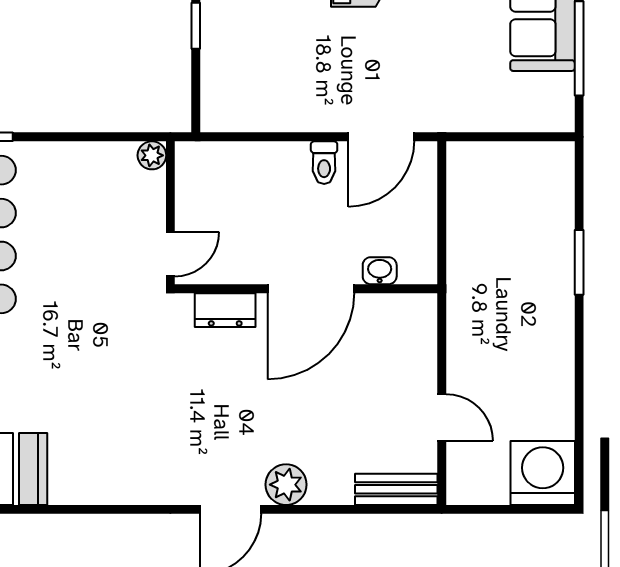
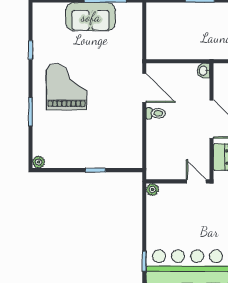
washbasin: (380, 271) -> (204, 71), moved

